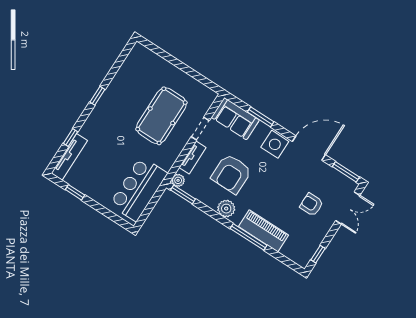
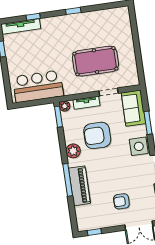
armchair: (312, 205) -> (121, 201), turned -90

